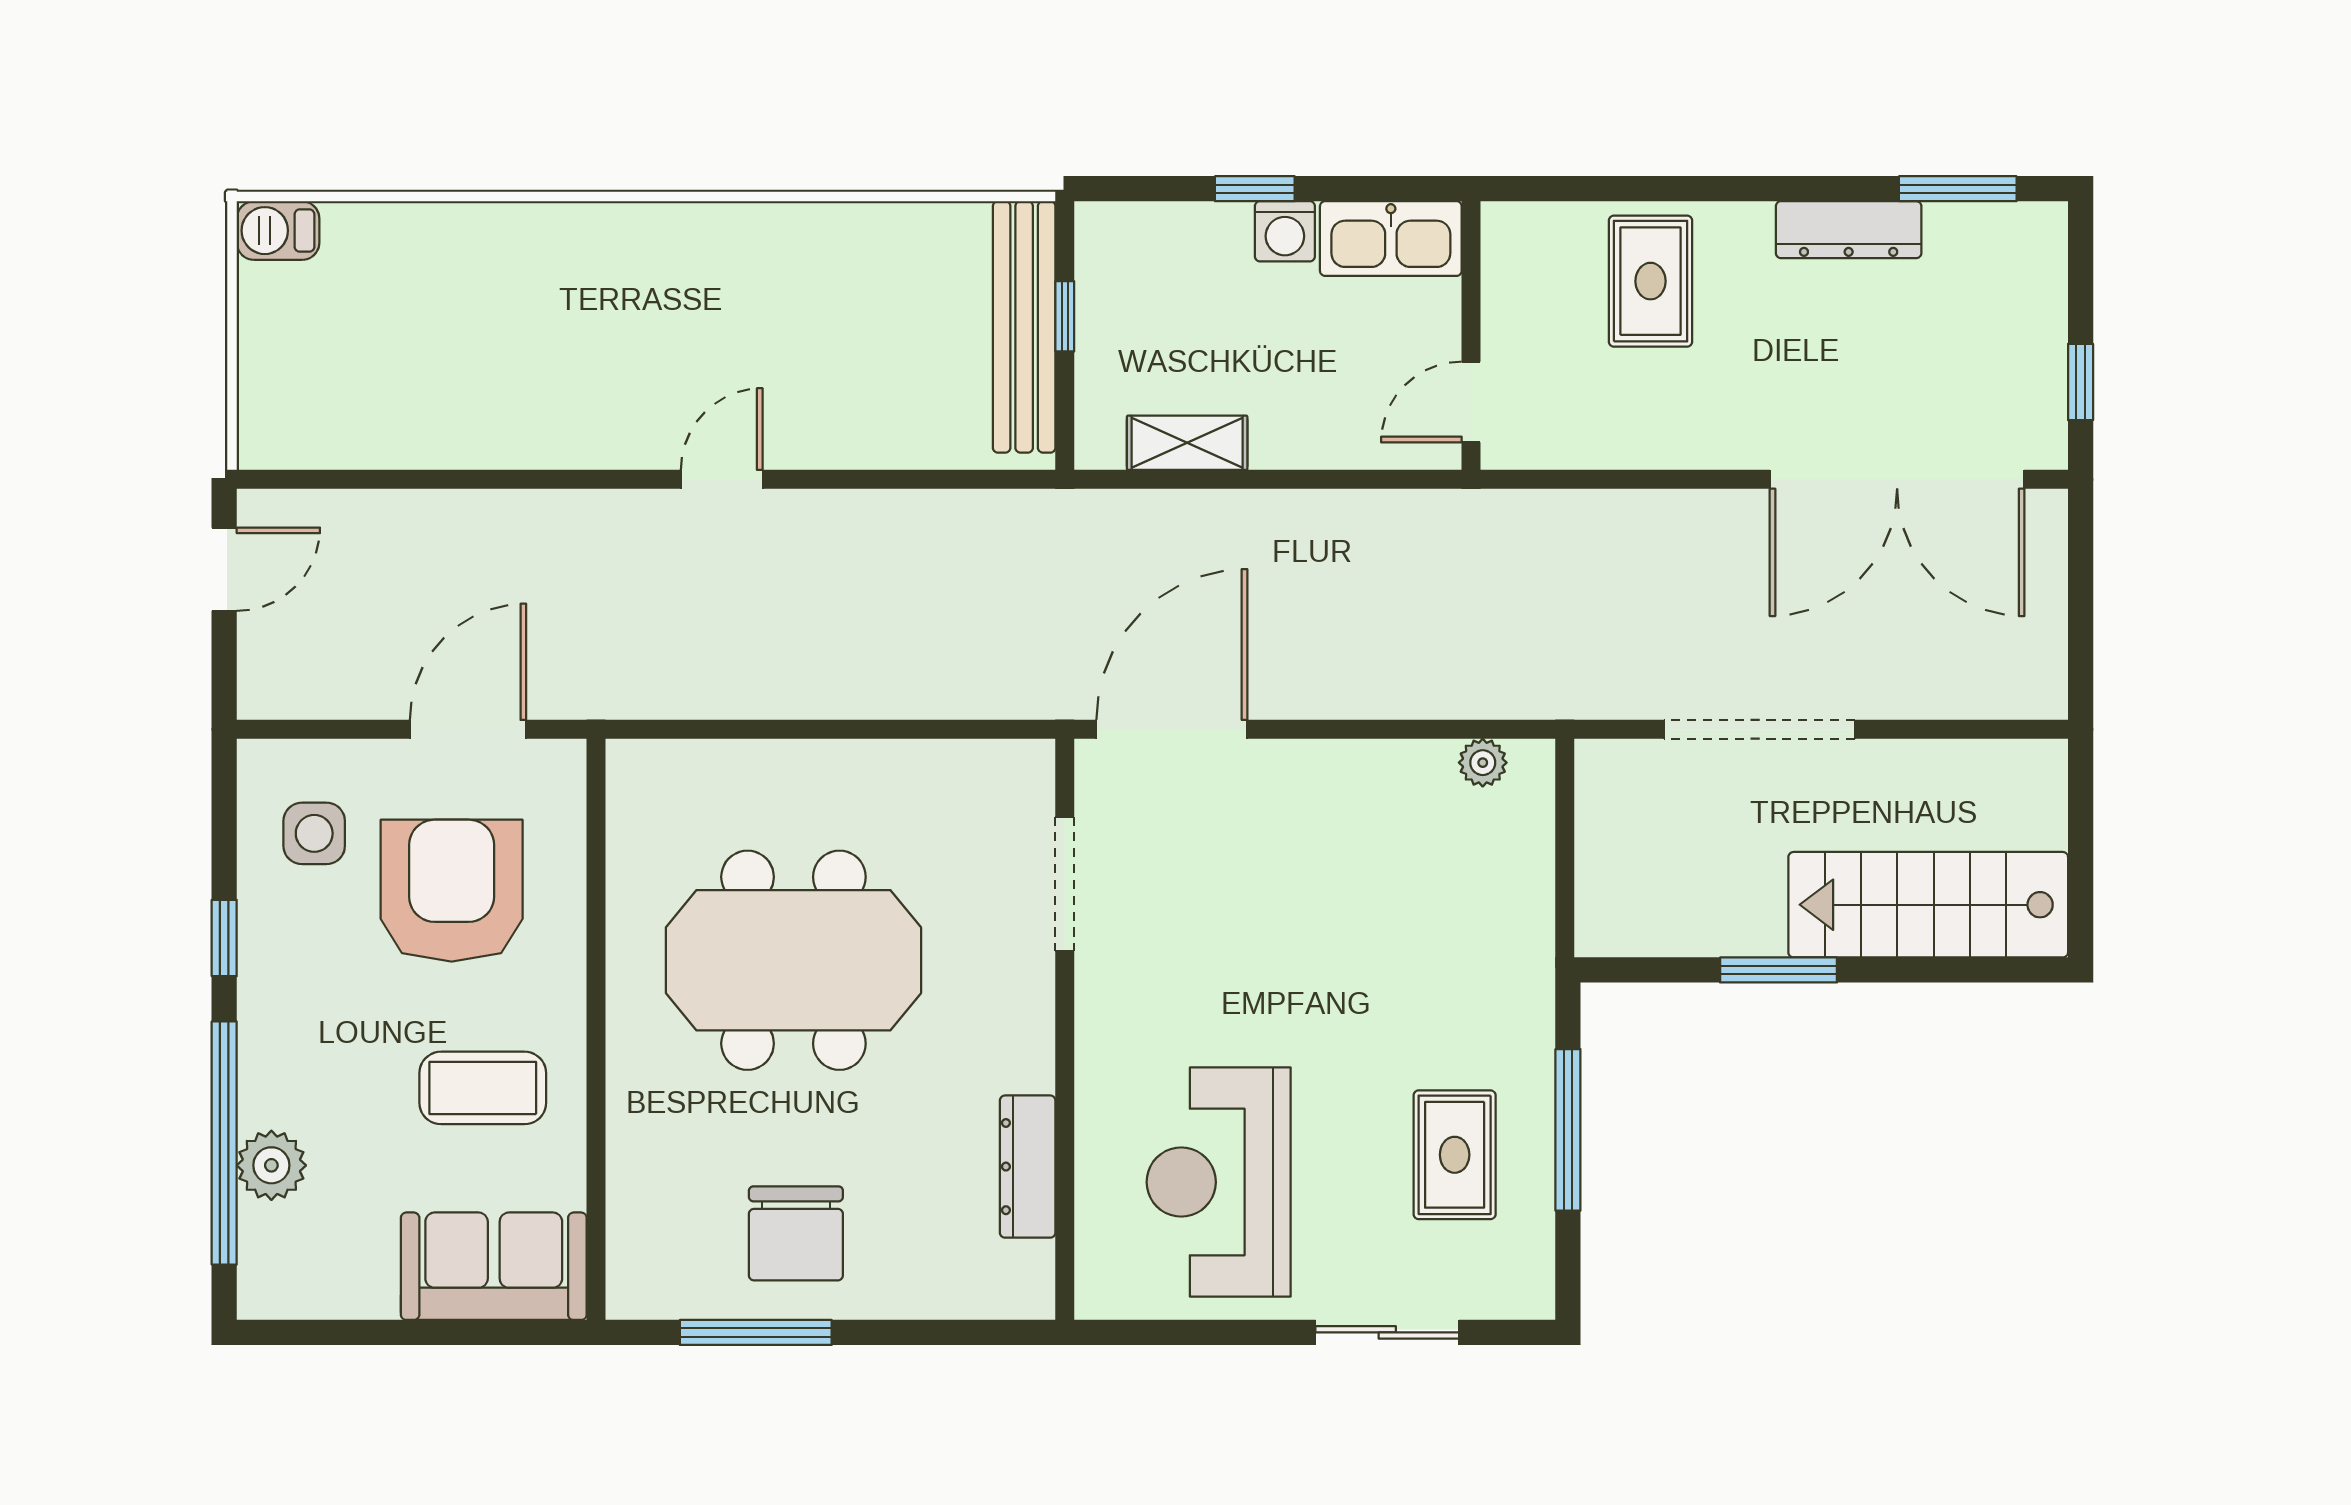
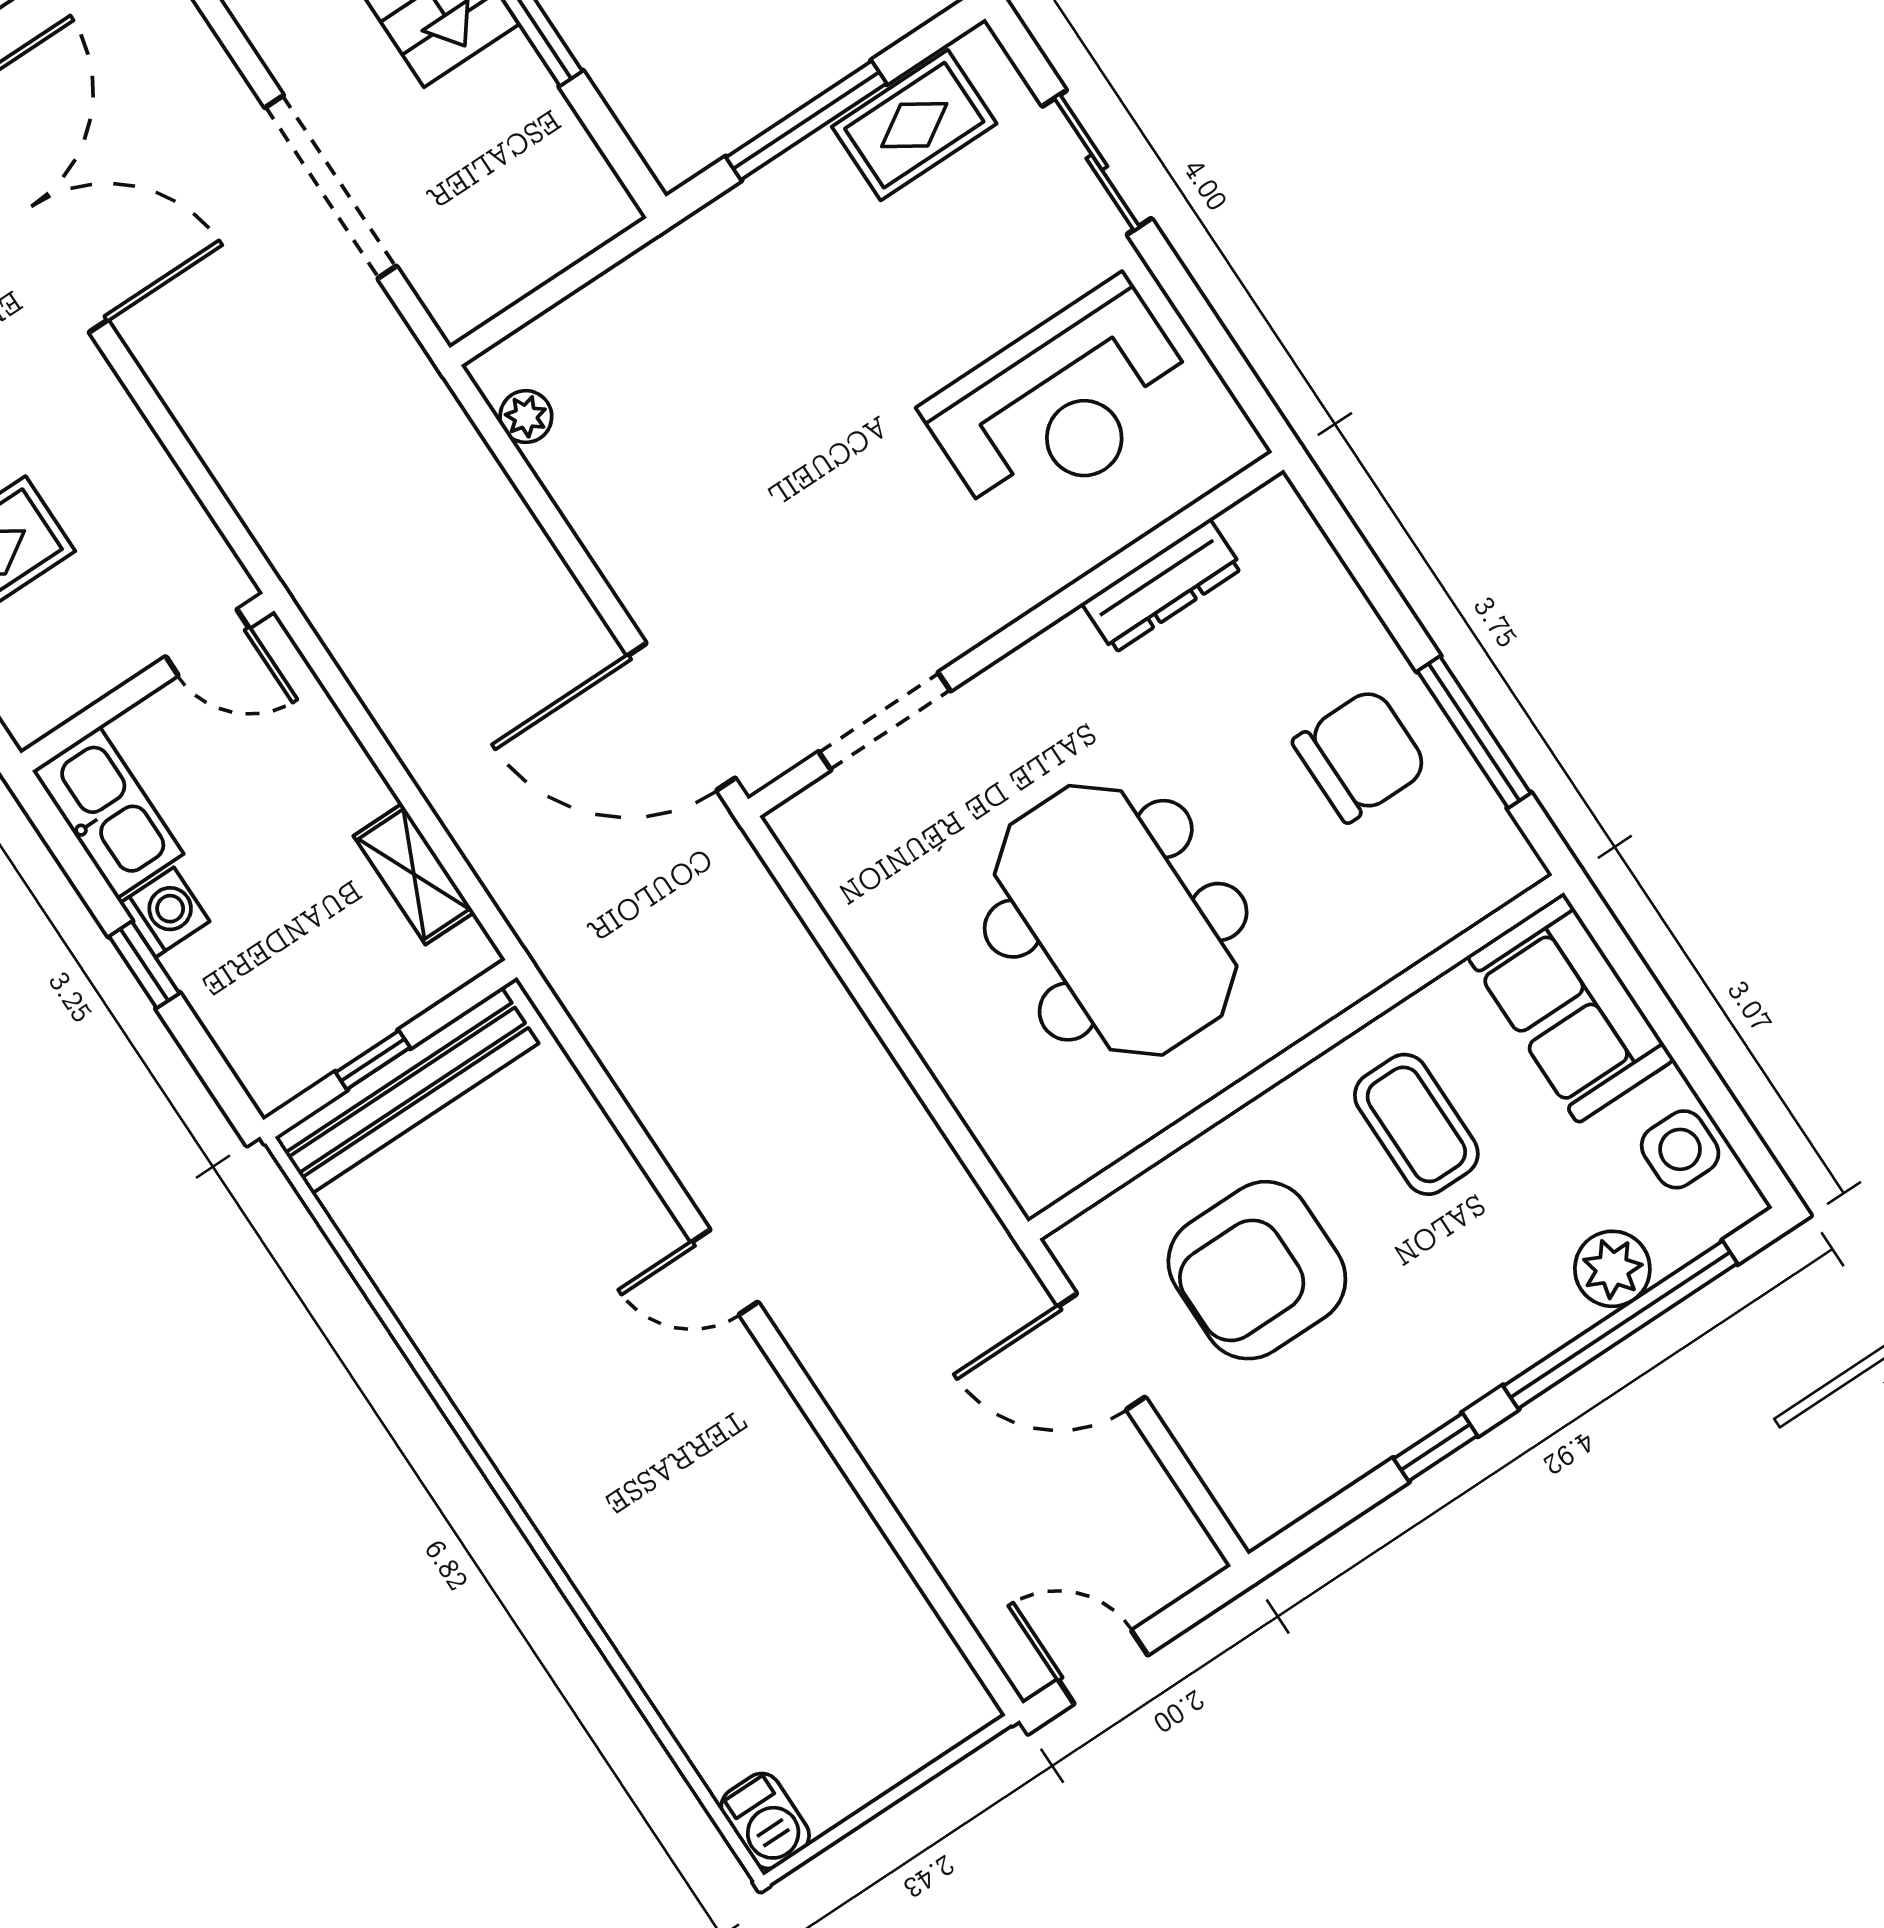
side table: (314, 833) -> (1680, 1149), moved
rug: (1455, 1155) -> (914, 125), moved

